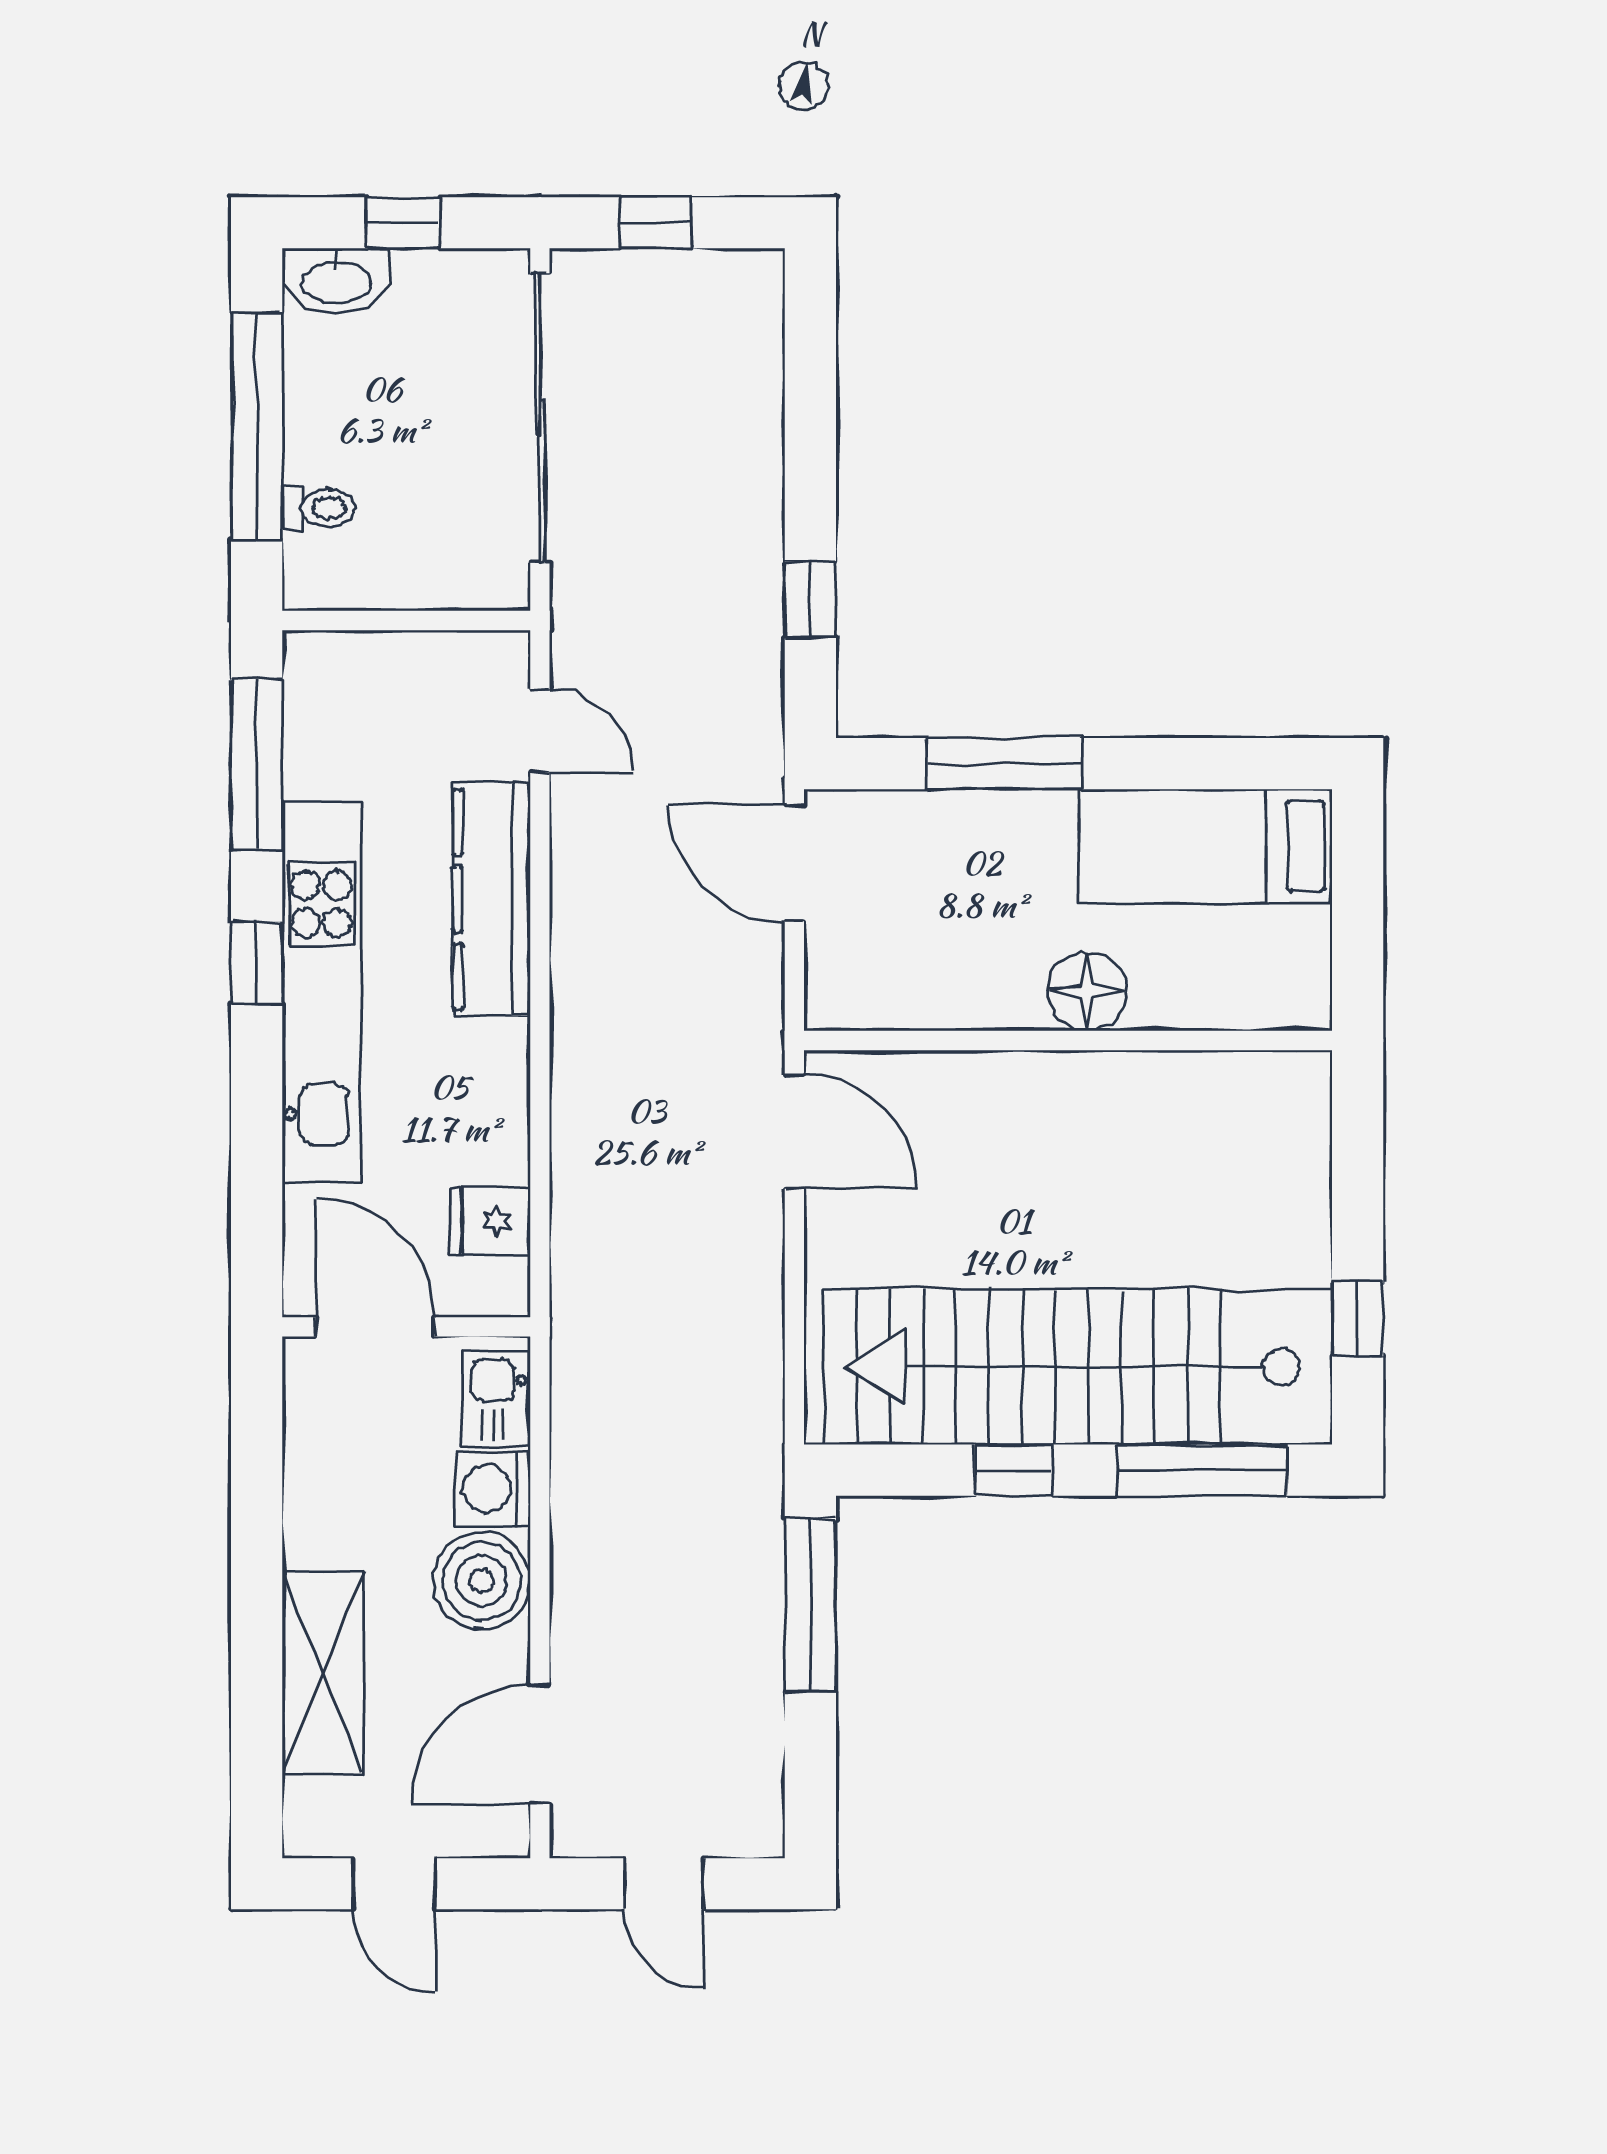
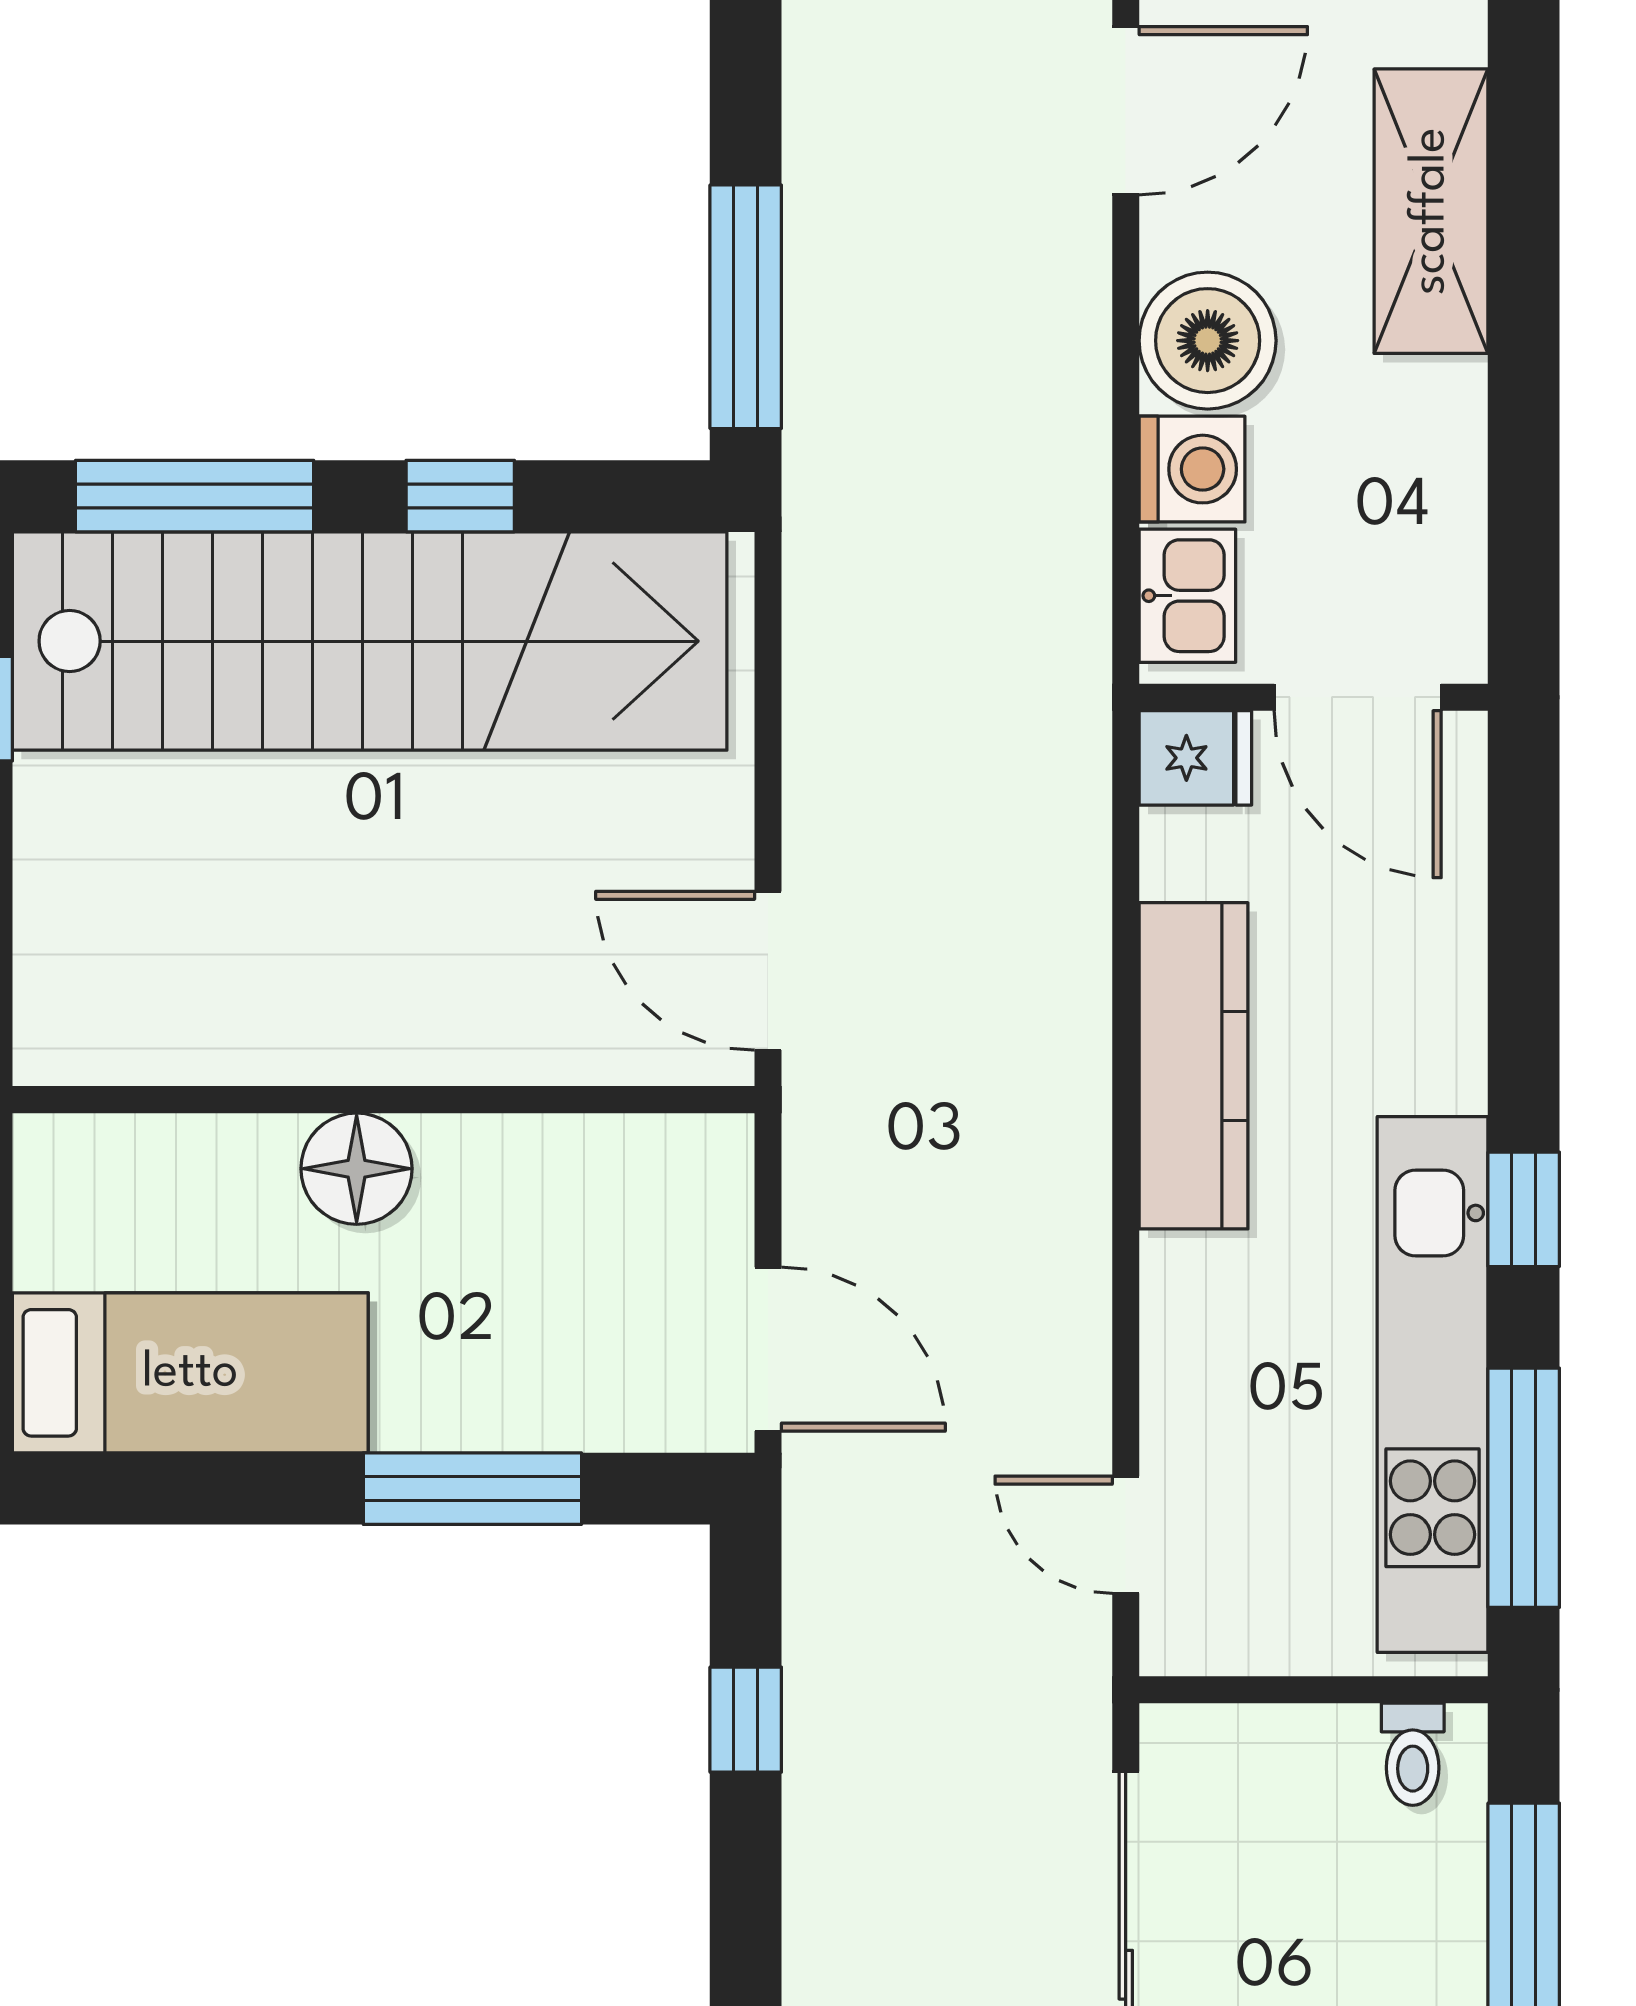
toilet: (318, 508) -> (1413, 1754), moved, turned -90
kitchen counter: (492, 899) -> (1194, 1066), moved
kitchen unit: (322, 992) -> (1433, 1384), moved
fridge: (490, 1221) -> (1195, 758), moved

